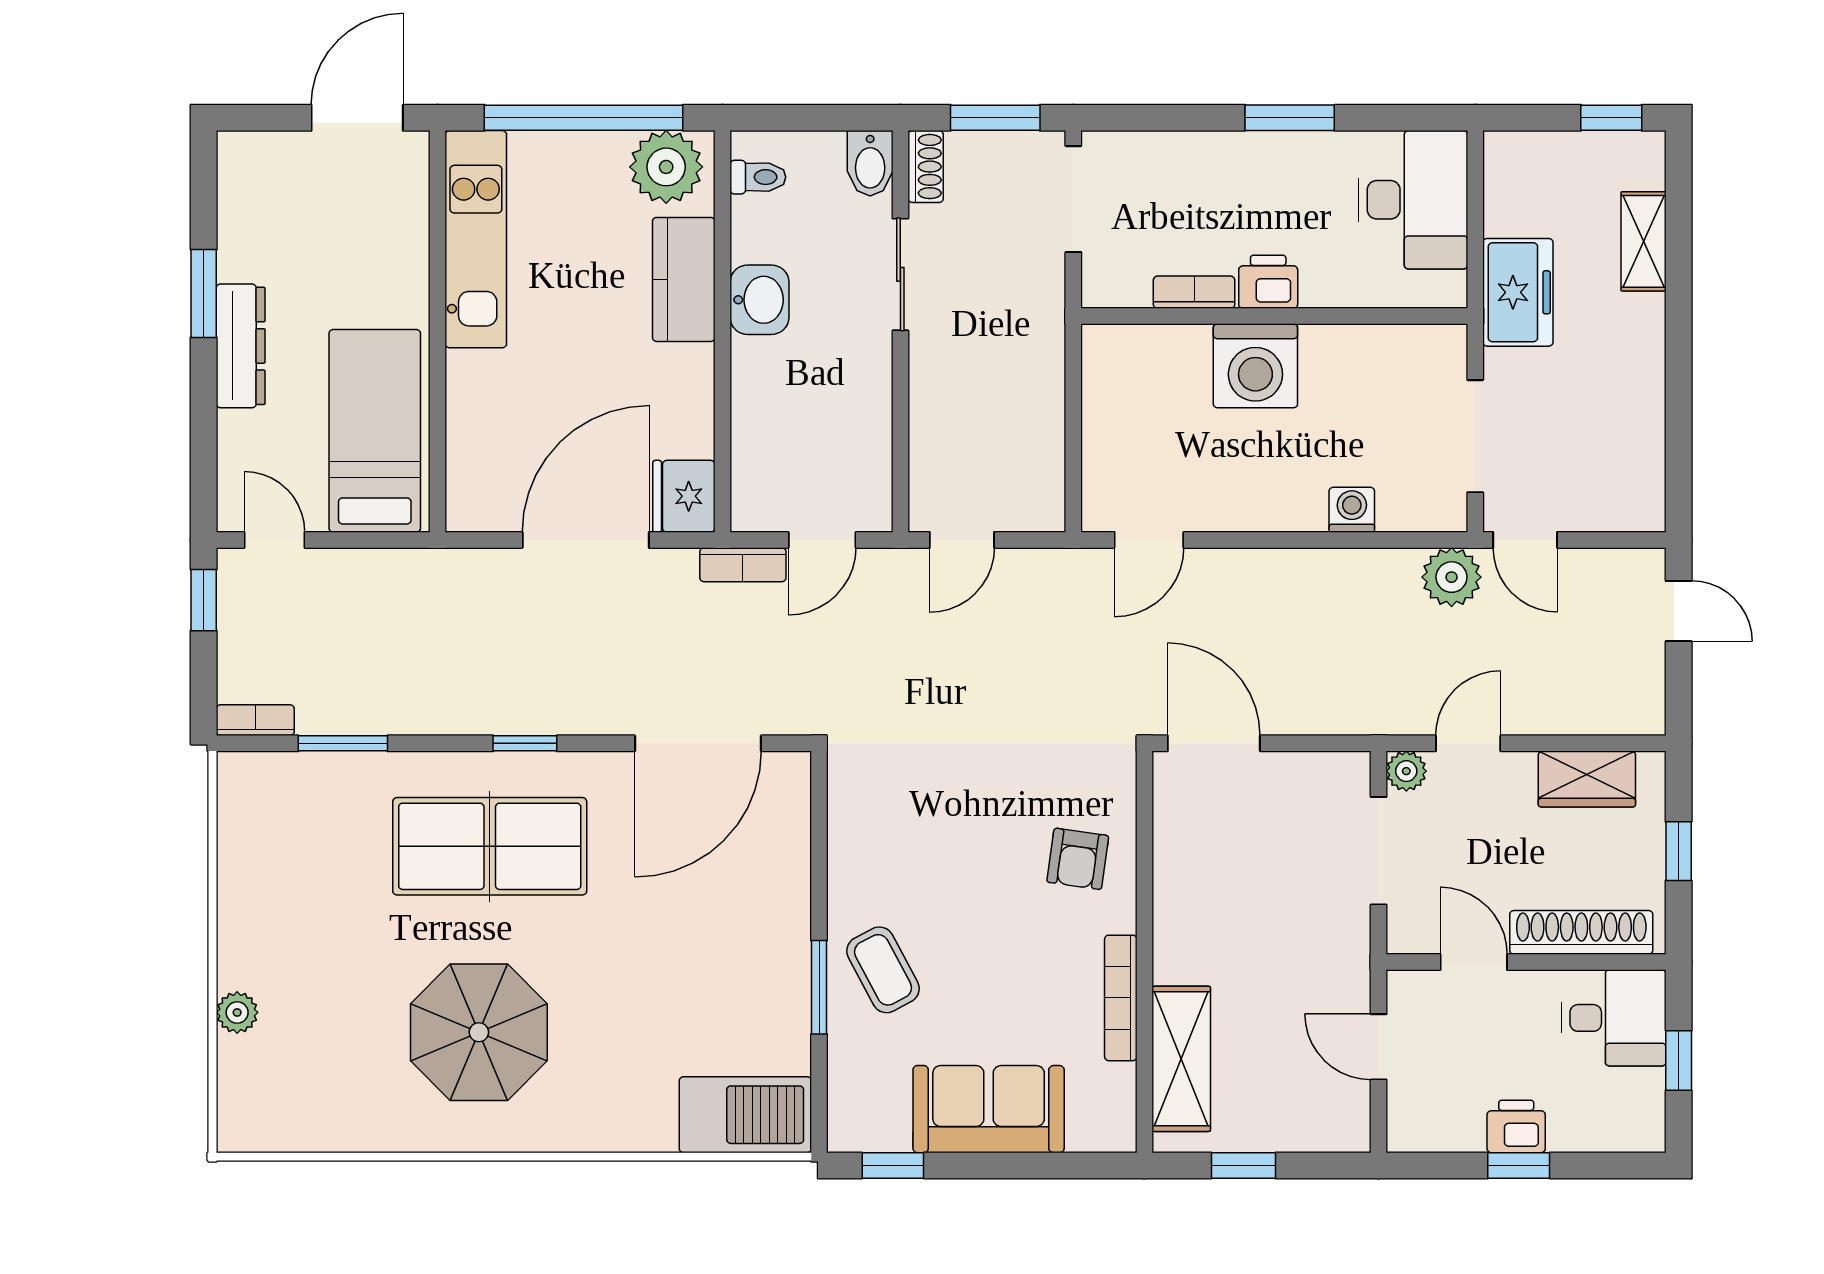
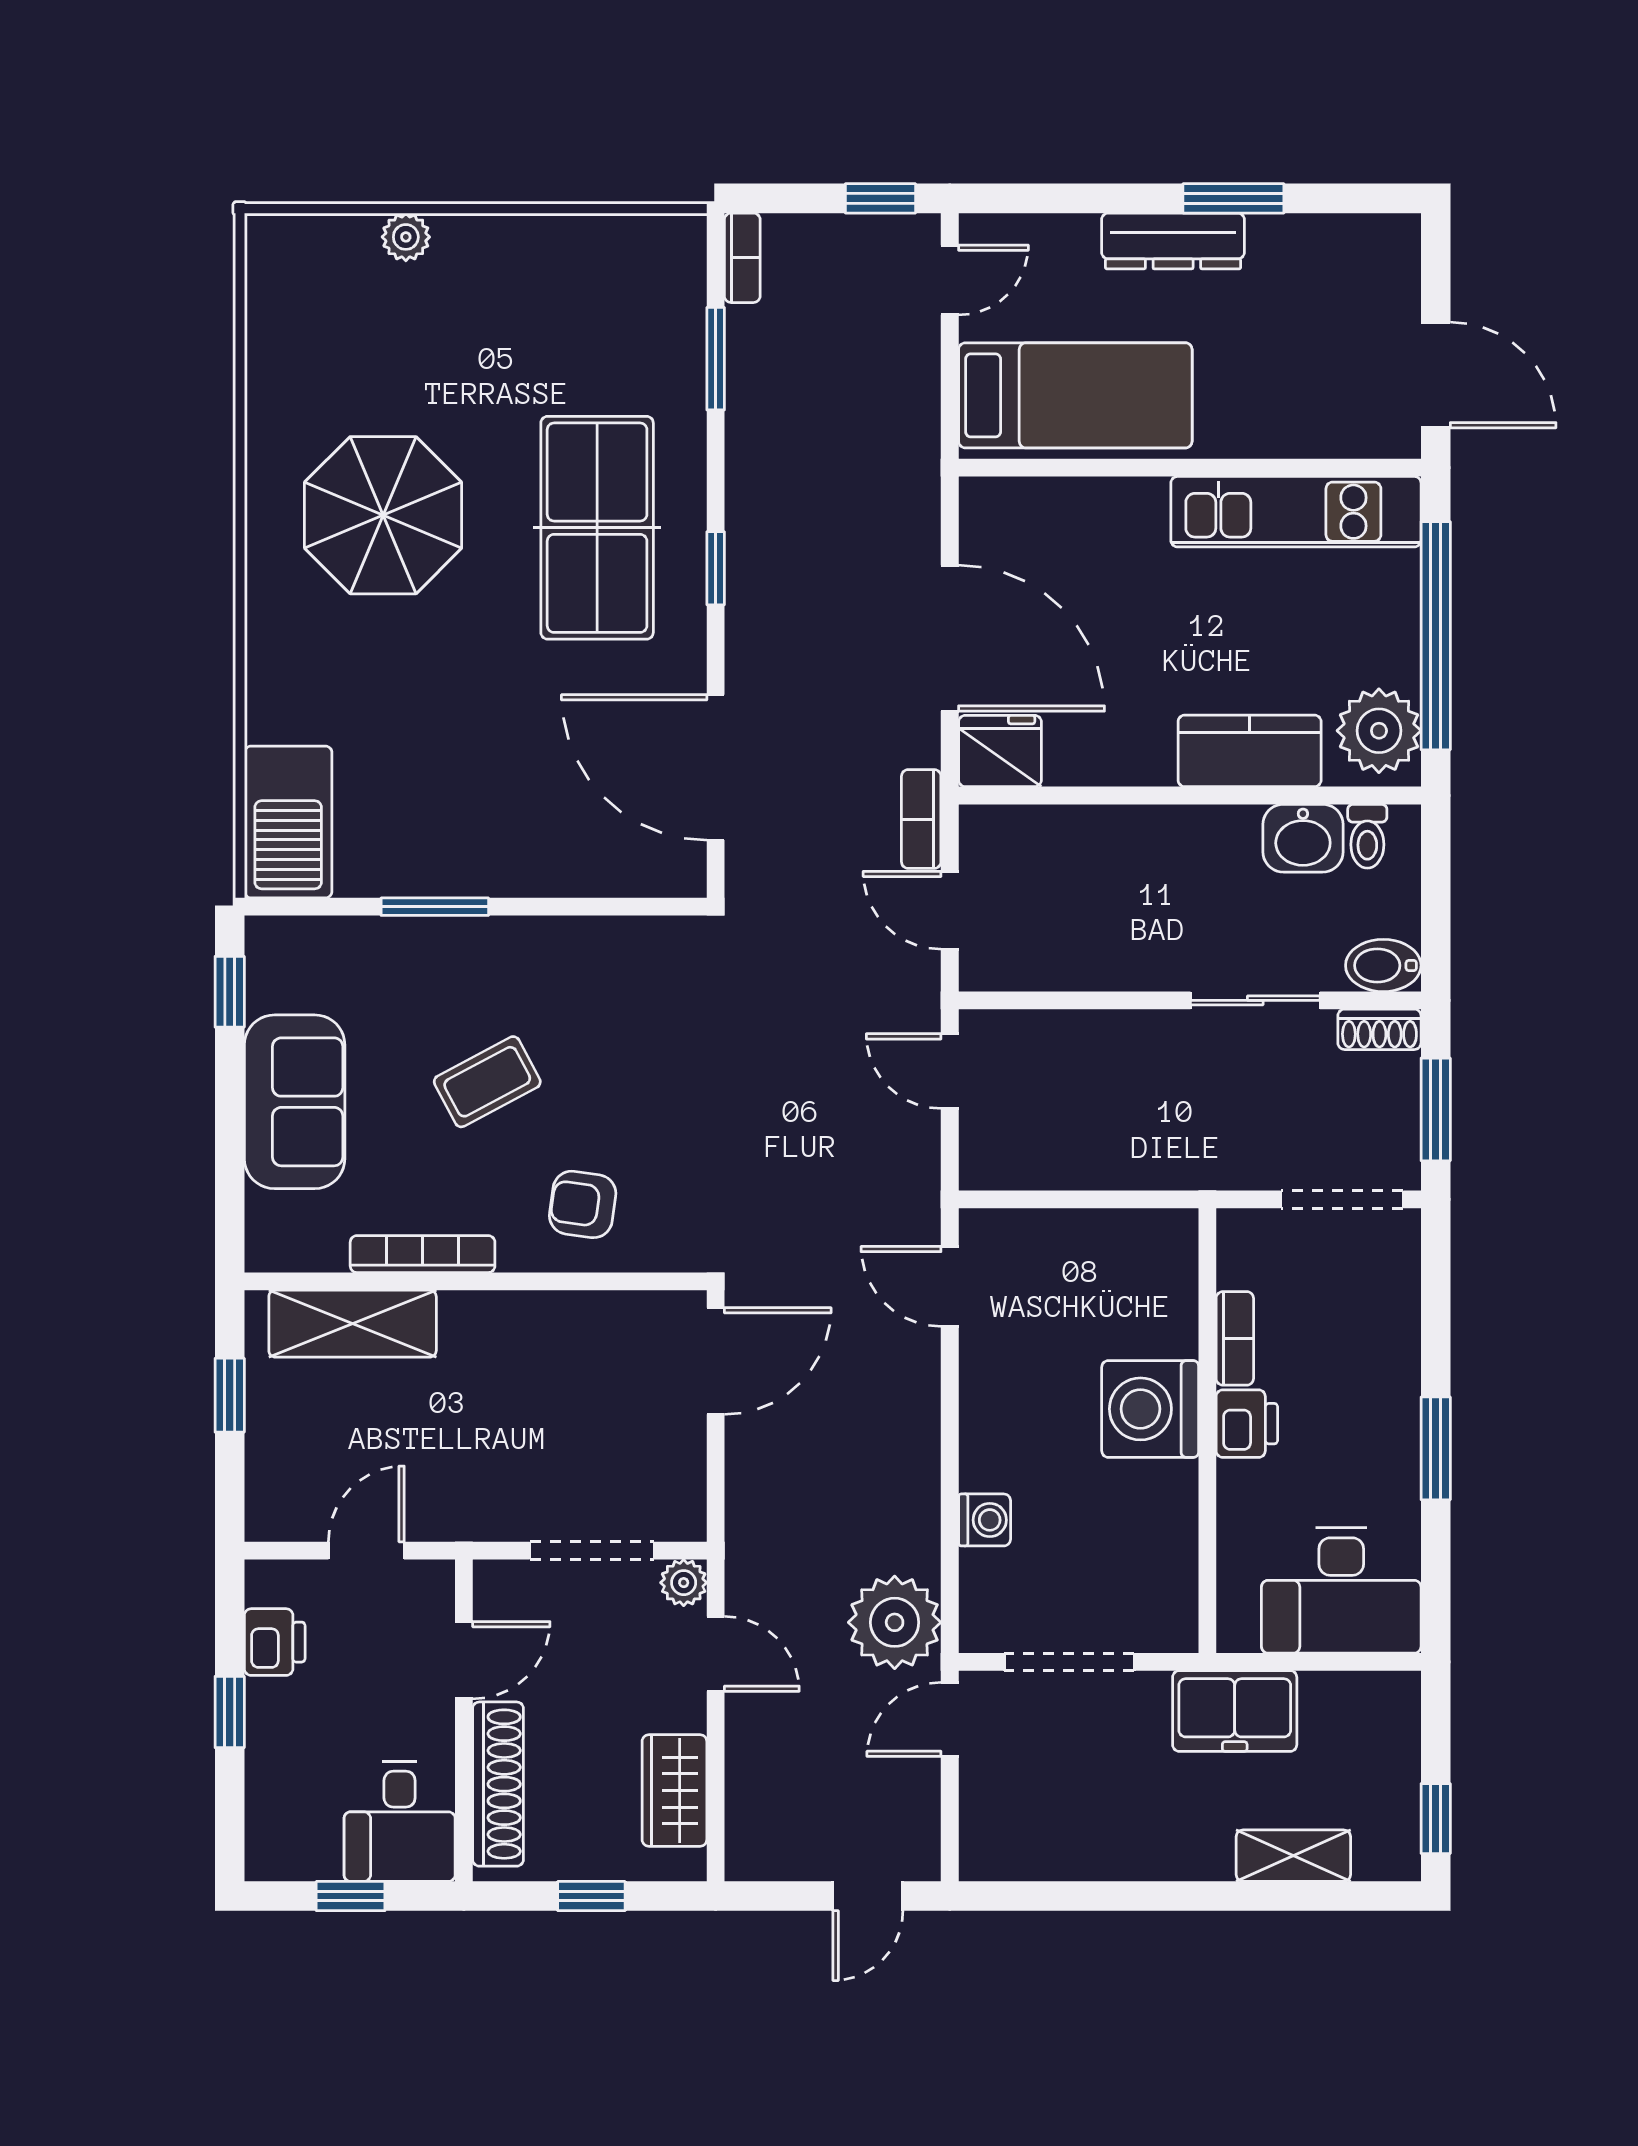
washbasin: (759, 300) -> (1303, 838), moved
plant: (1452, 577) -> (895, 1622), width x1.36, depth x1.36
coffee table: (883, 970) -> (487, 1082), moved
printer: (1516, 1126) -> (275, 1642), moved

